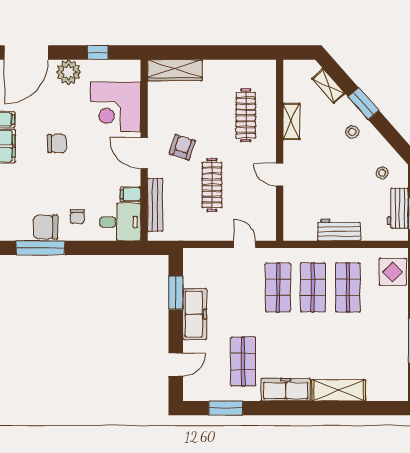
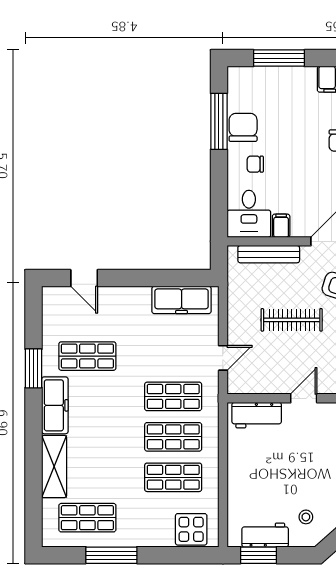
workbench: (339, 230) -> (257, 415), moved, turned 90
window: (176, 293) -> (167, 278), removed
freezer: (195, 314) -> (182, 300), moved
shop shelf: (383, 362) -> (87, 518), added
window: (226, 408) -> (34, 368), moved

